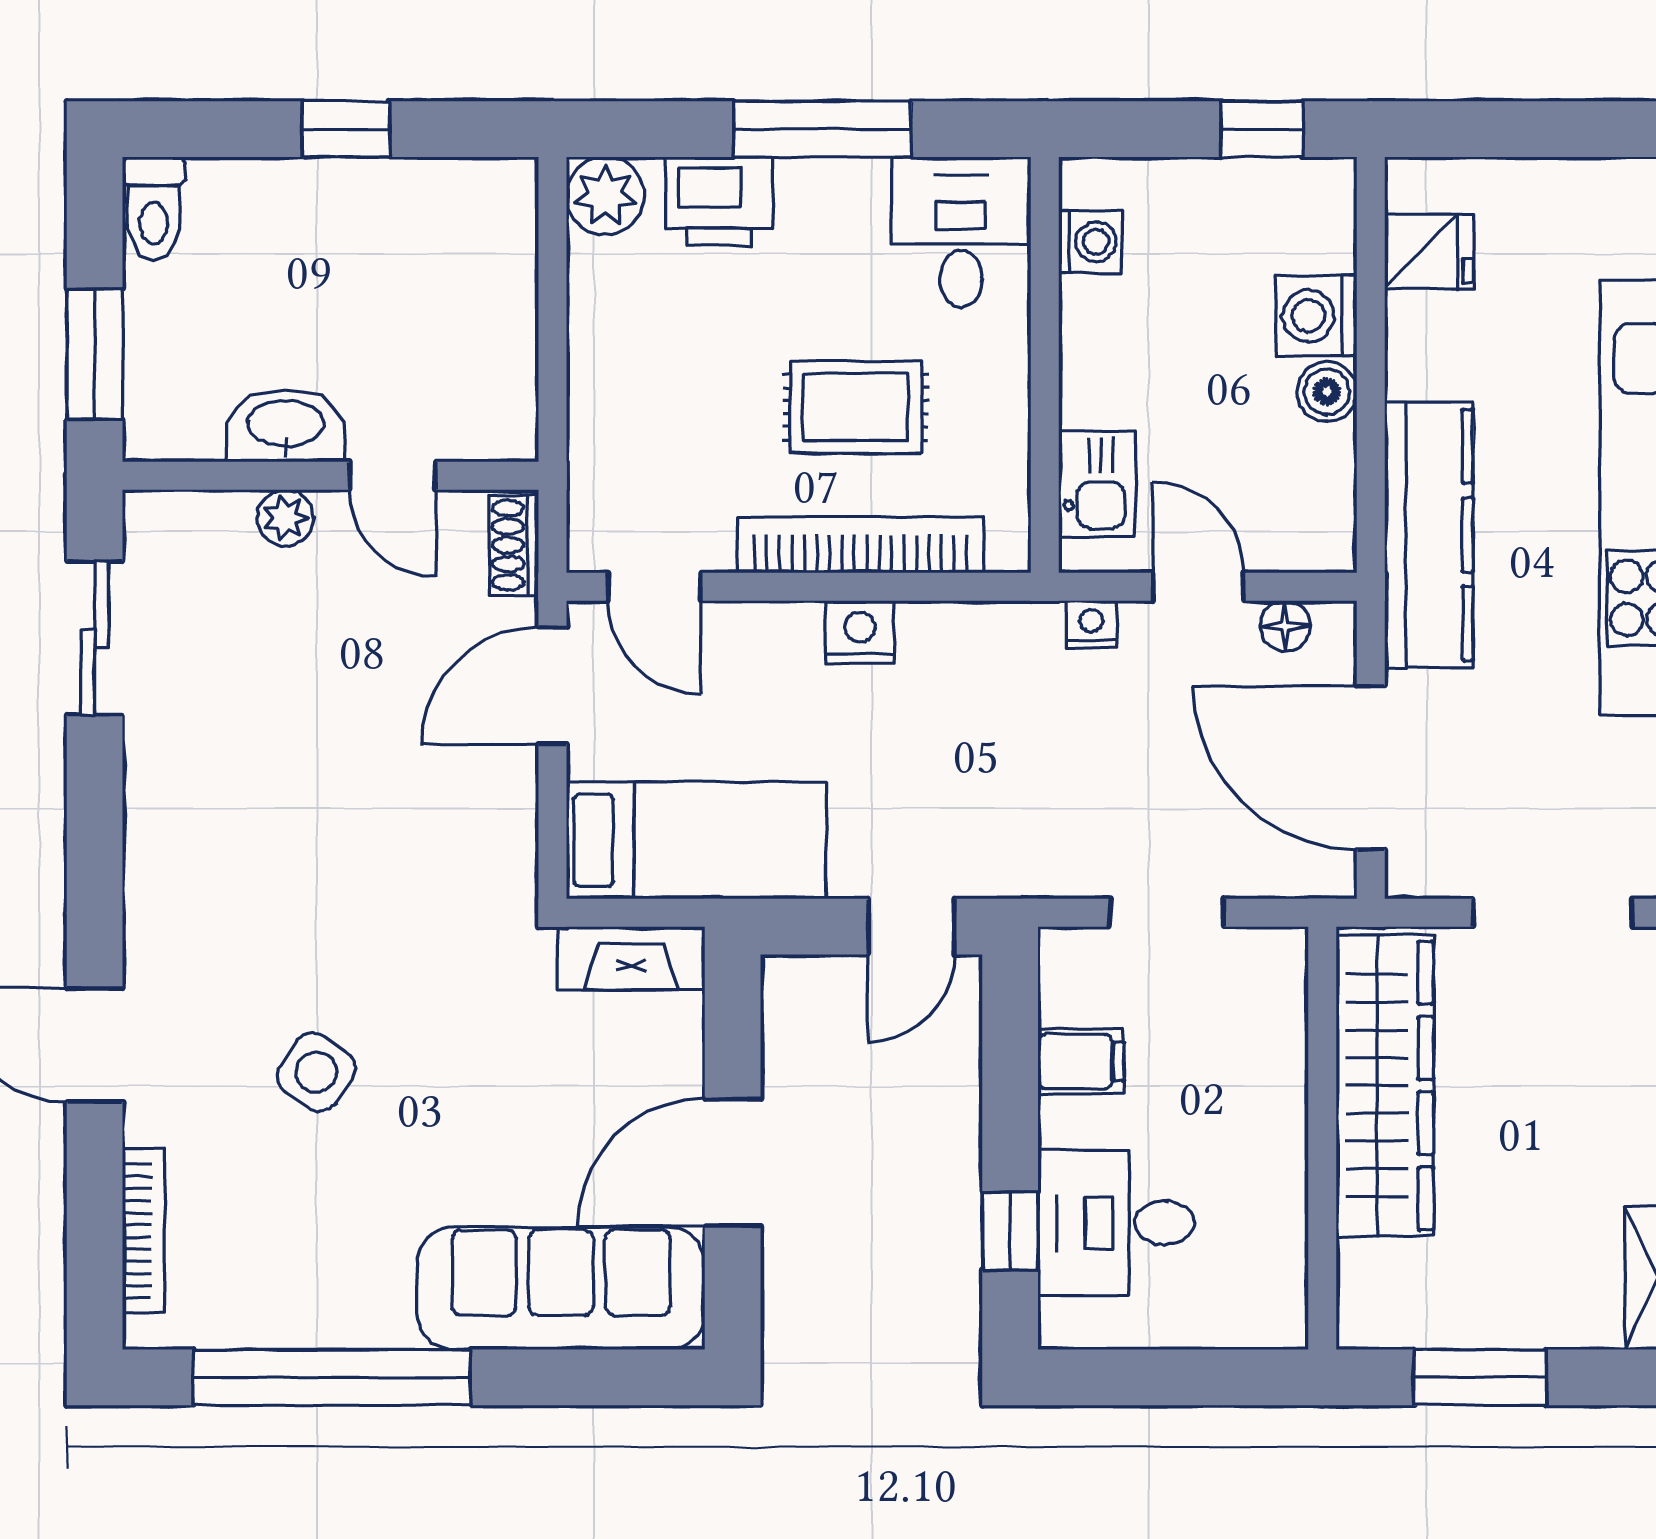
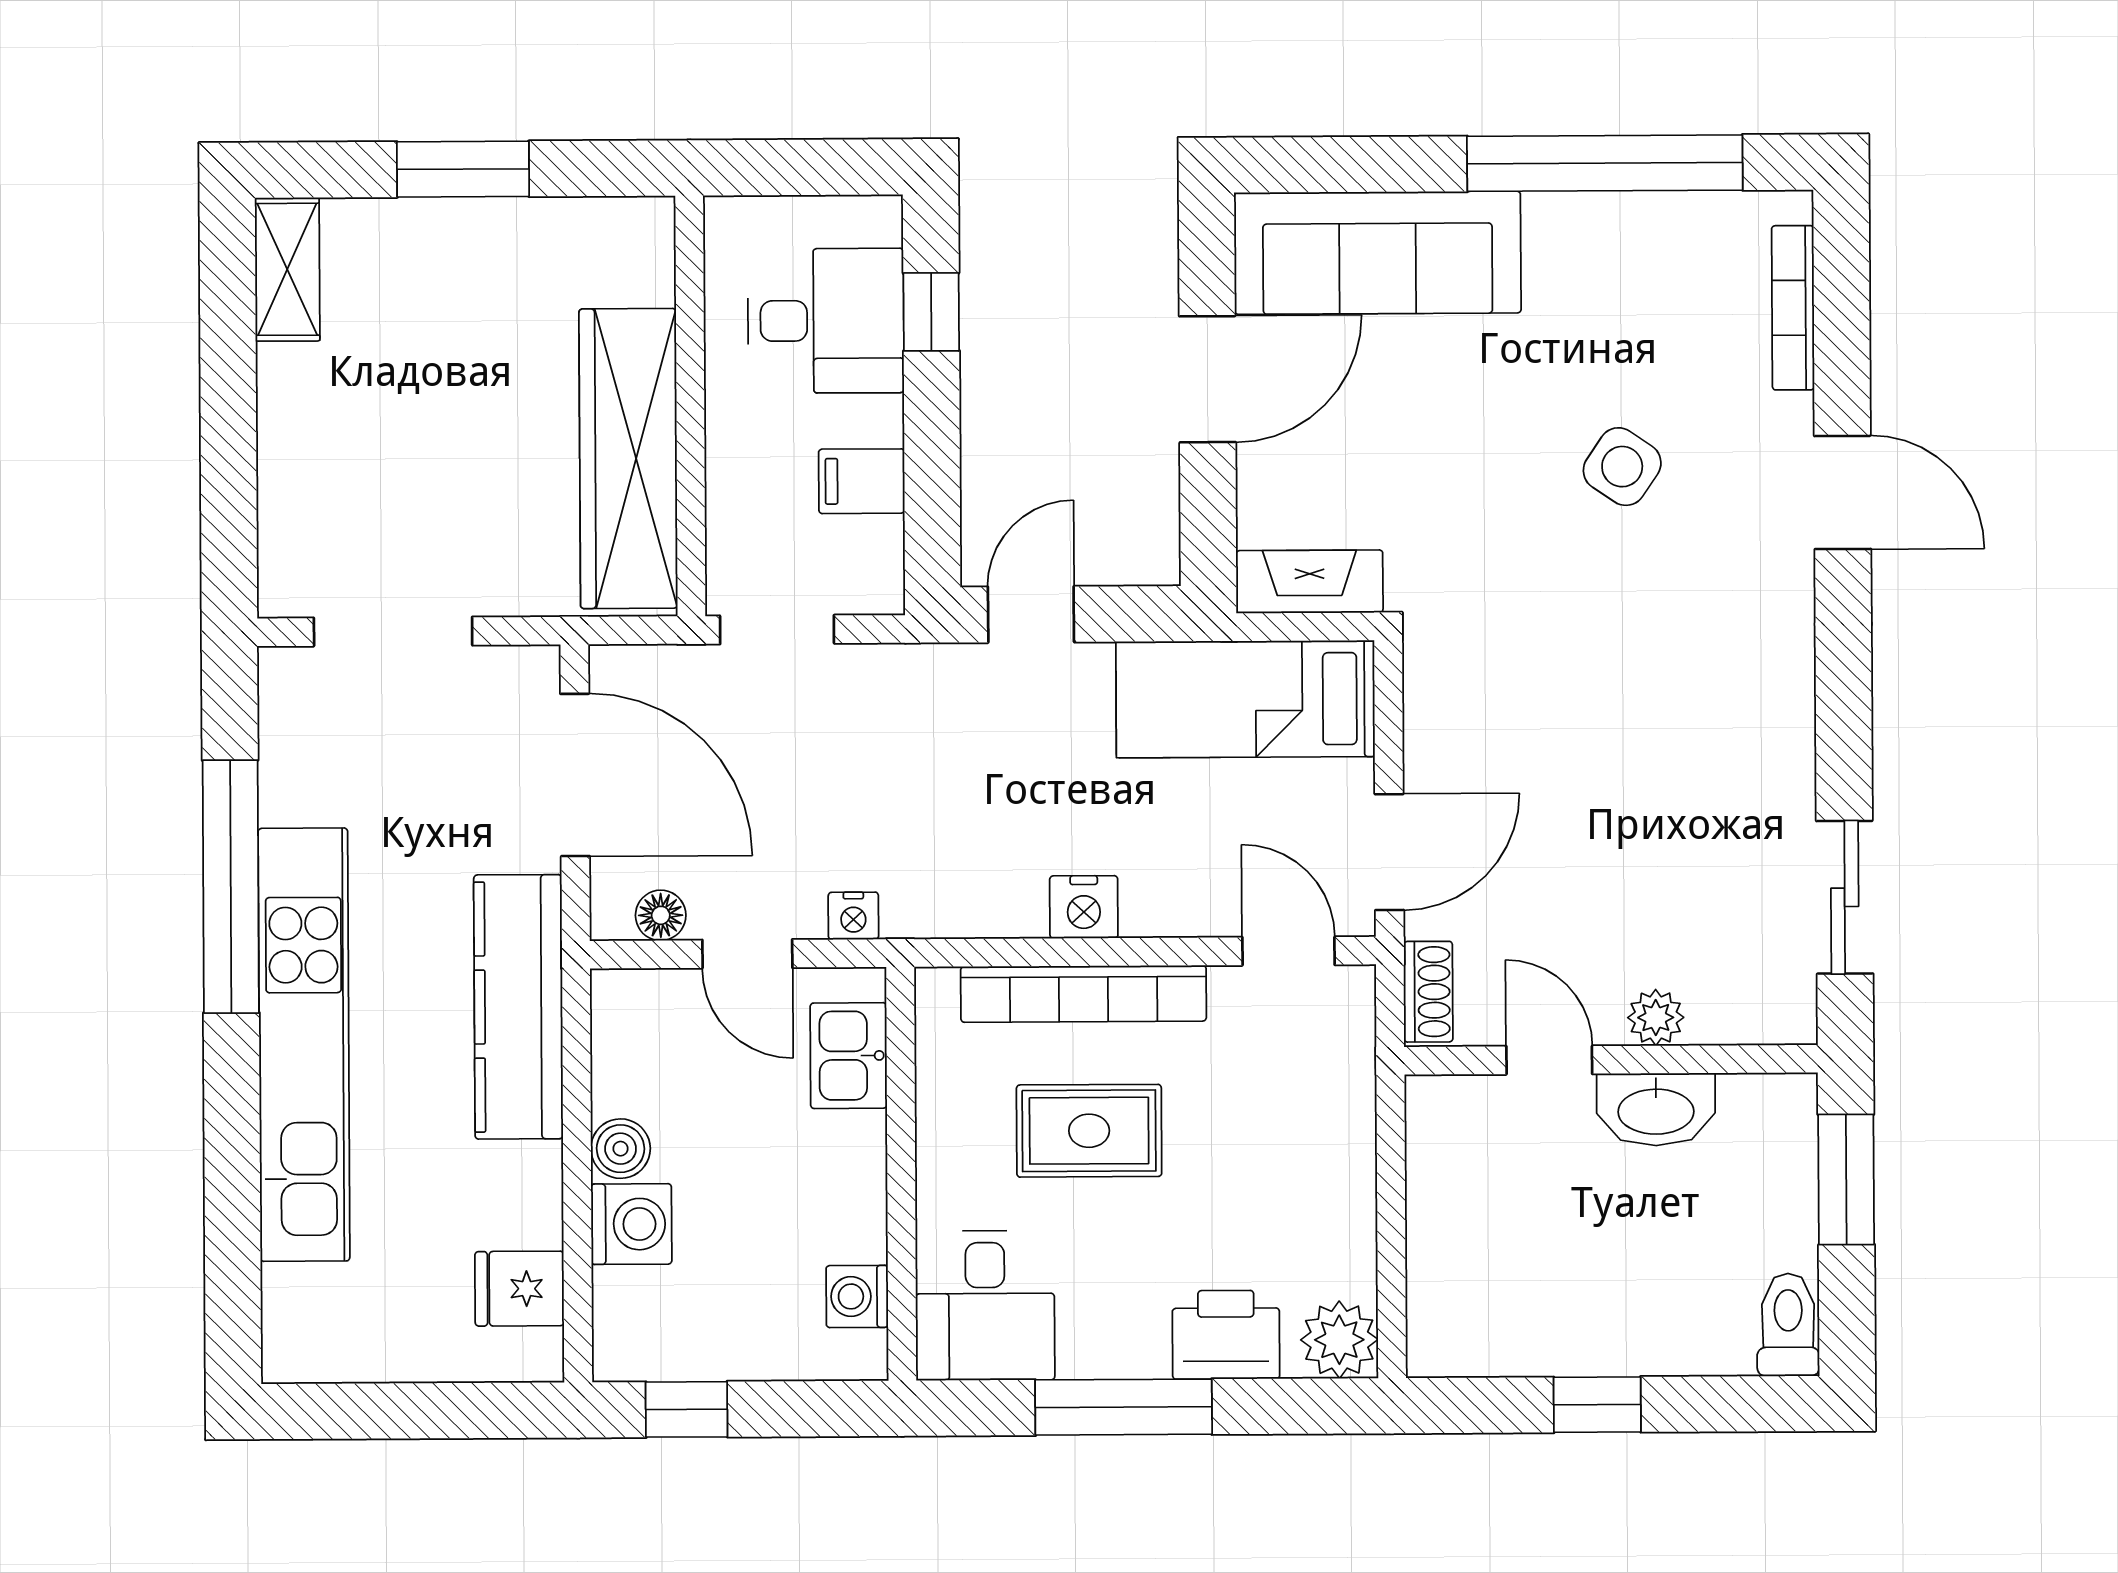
wardrobe: (1385, 1086) -> (628, 458), moved
wall: (1322, 1138) -> (690, 406), moved

